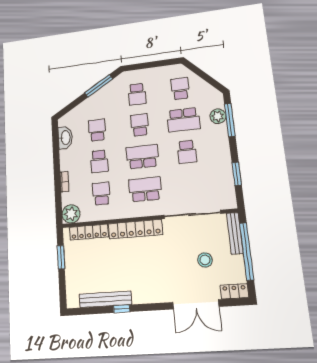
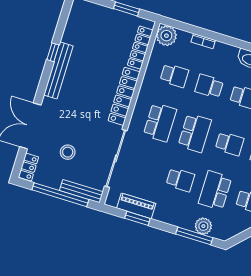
school desk: (187, 152) -> (180, 180), turned 180
piano: (226, 179) -> (136, 206), added
bench: (105, 299) -> (58, 70), moved

